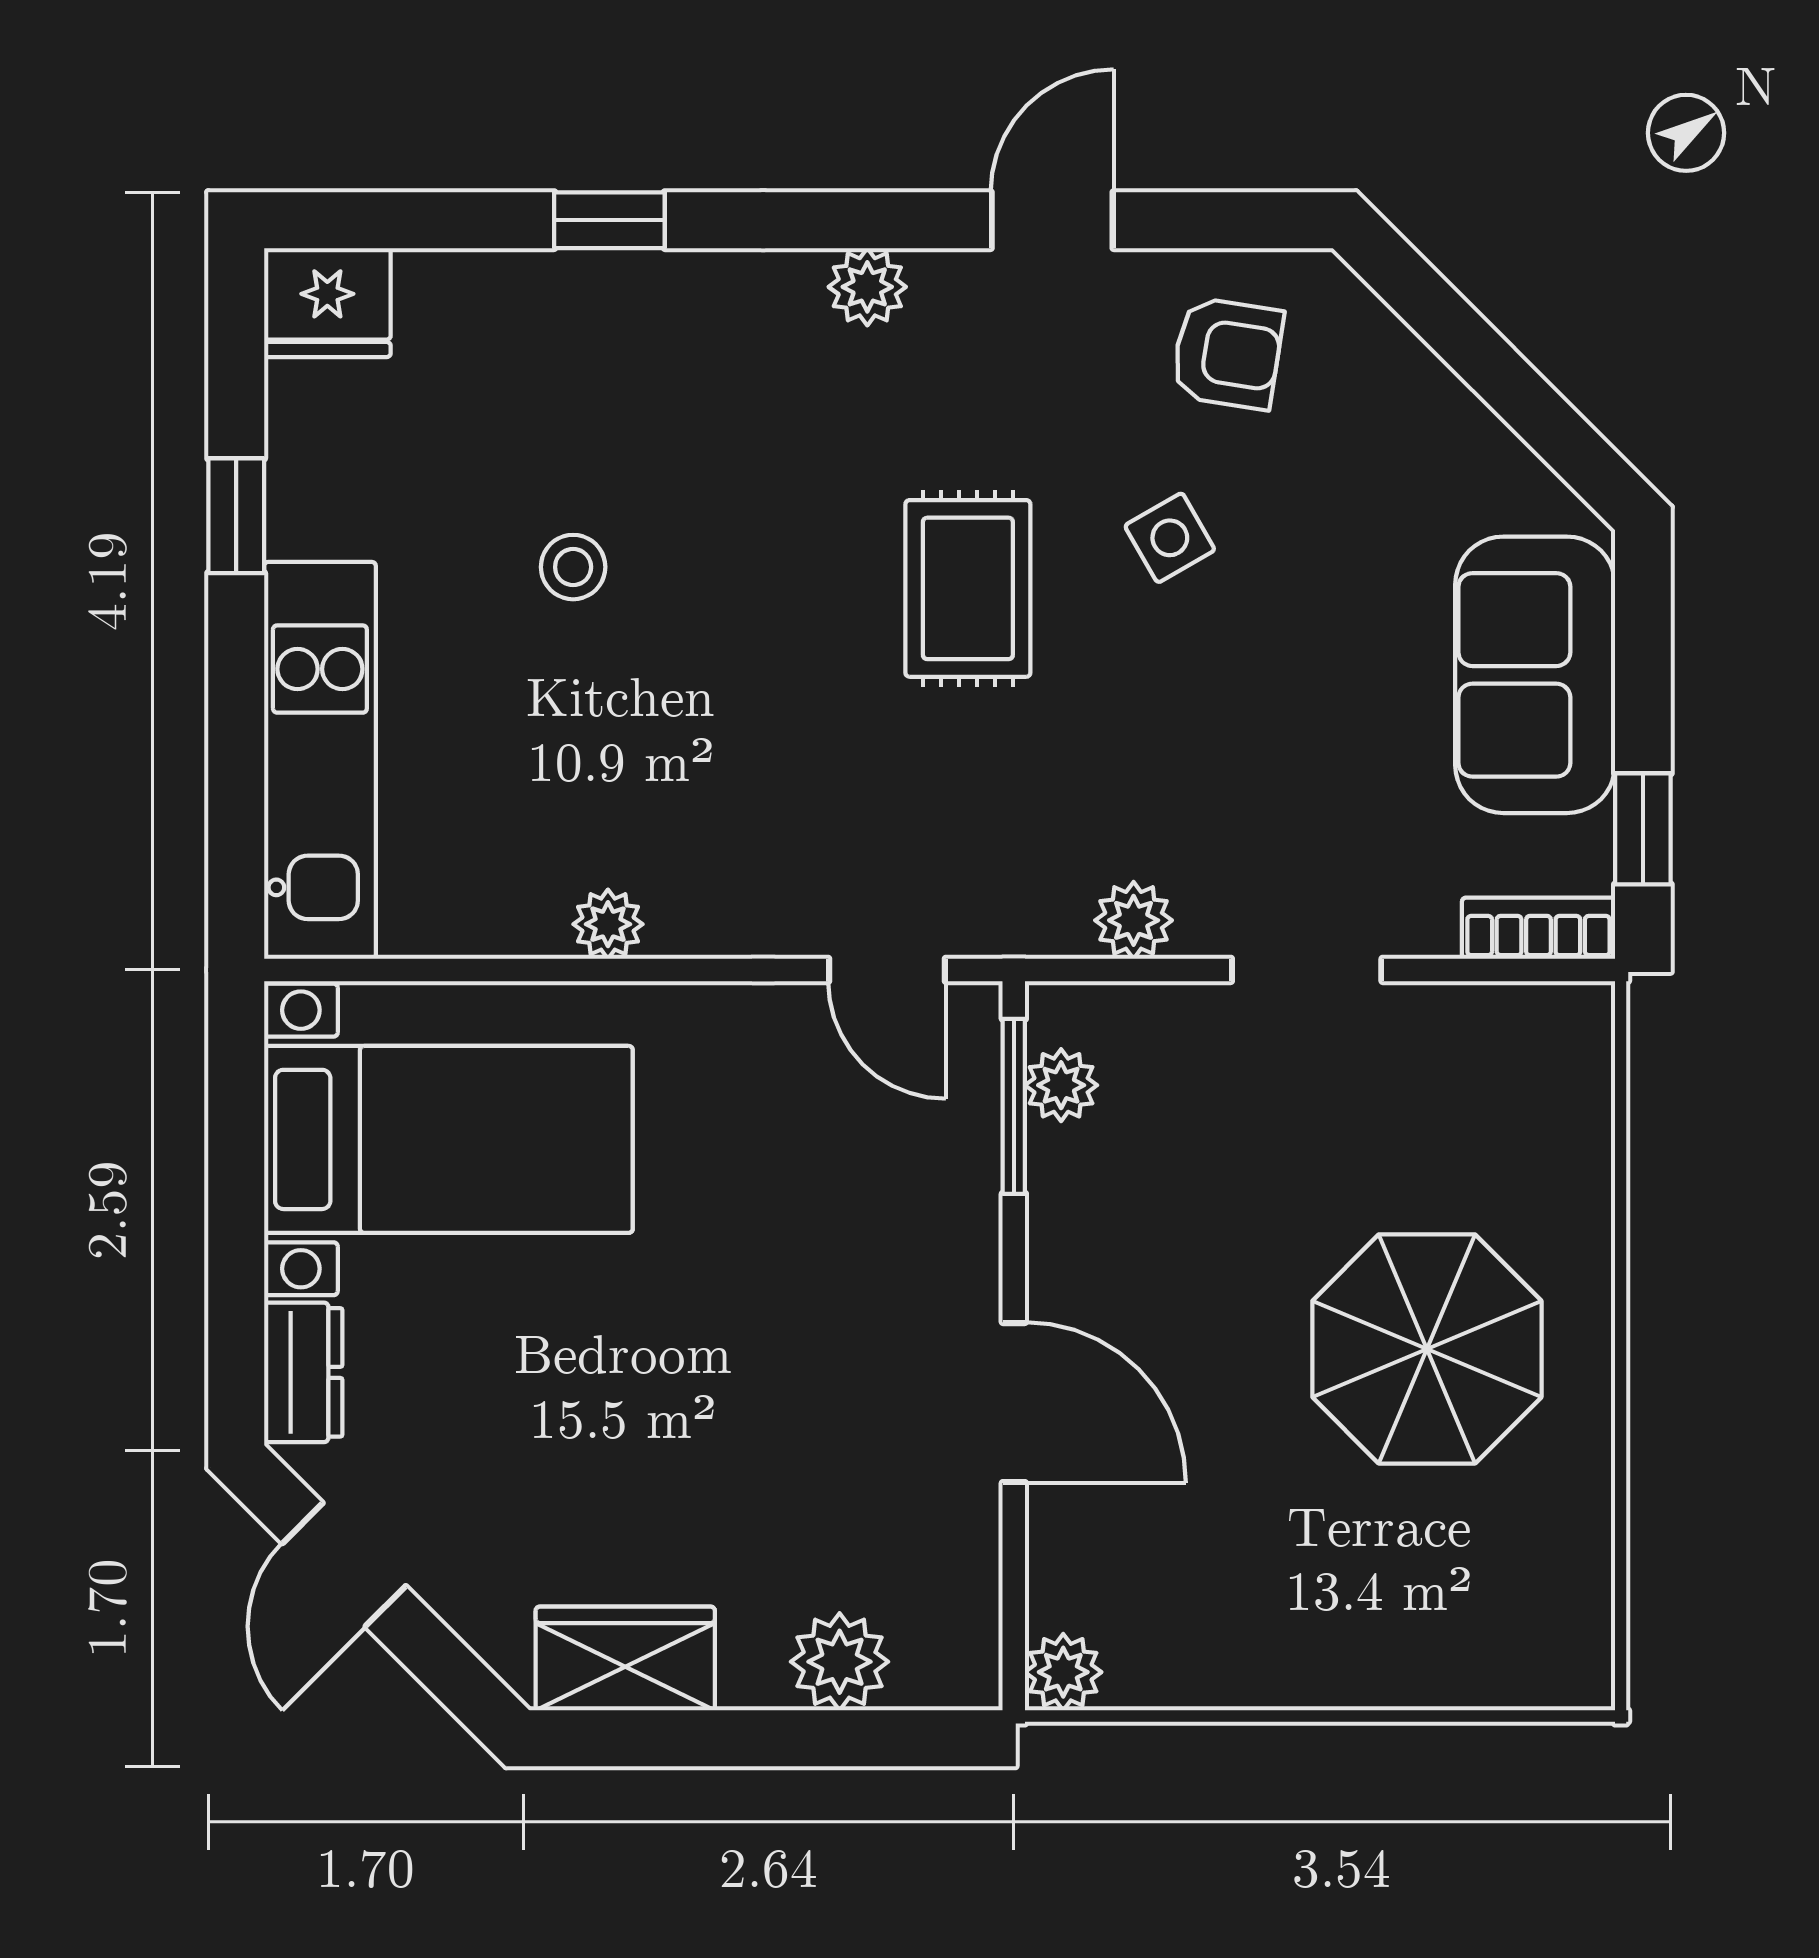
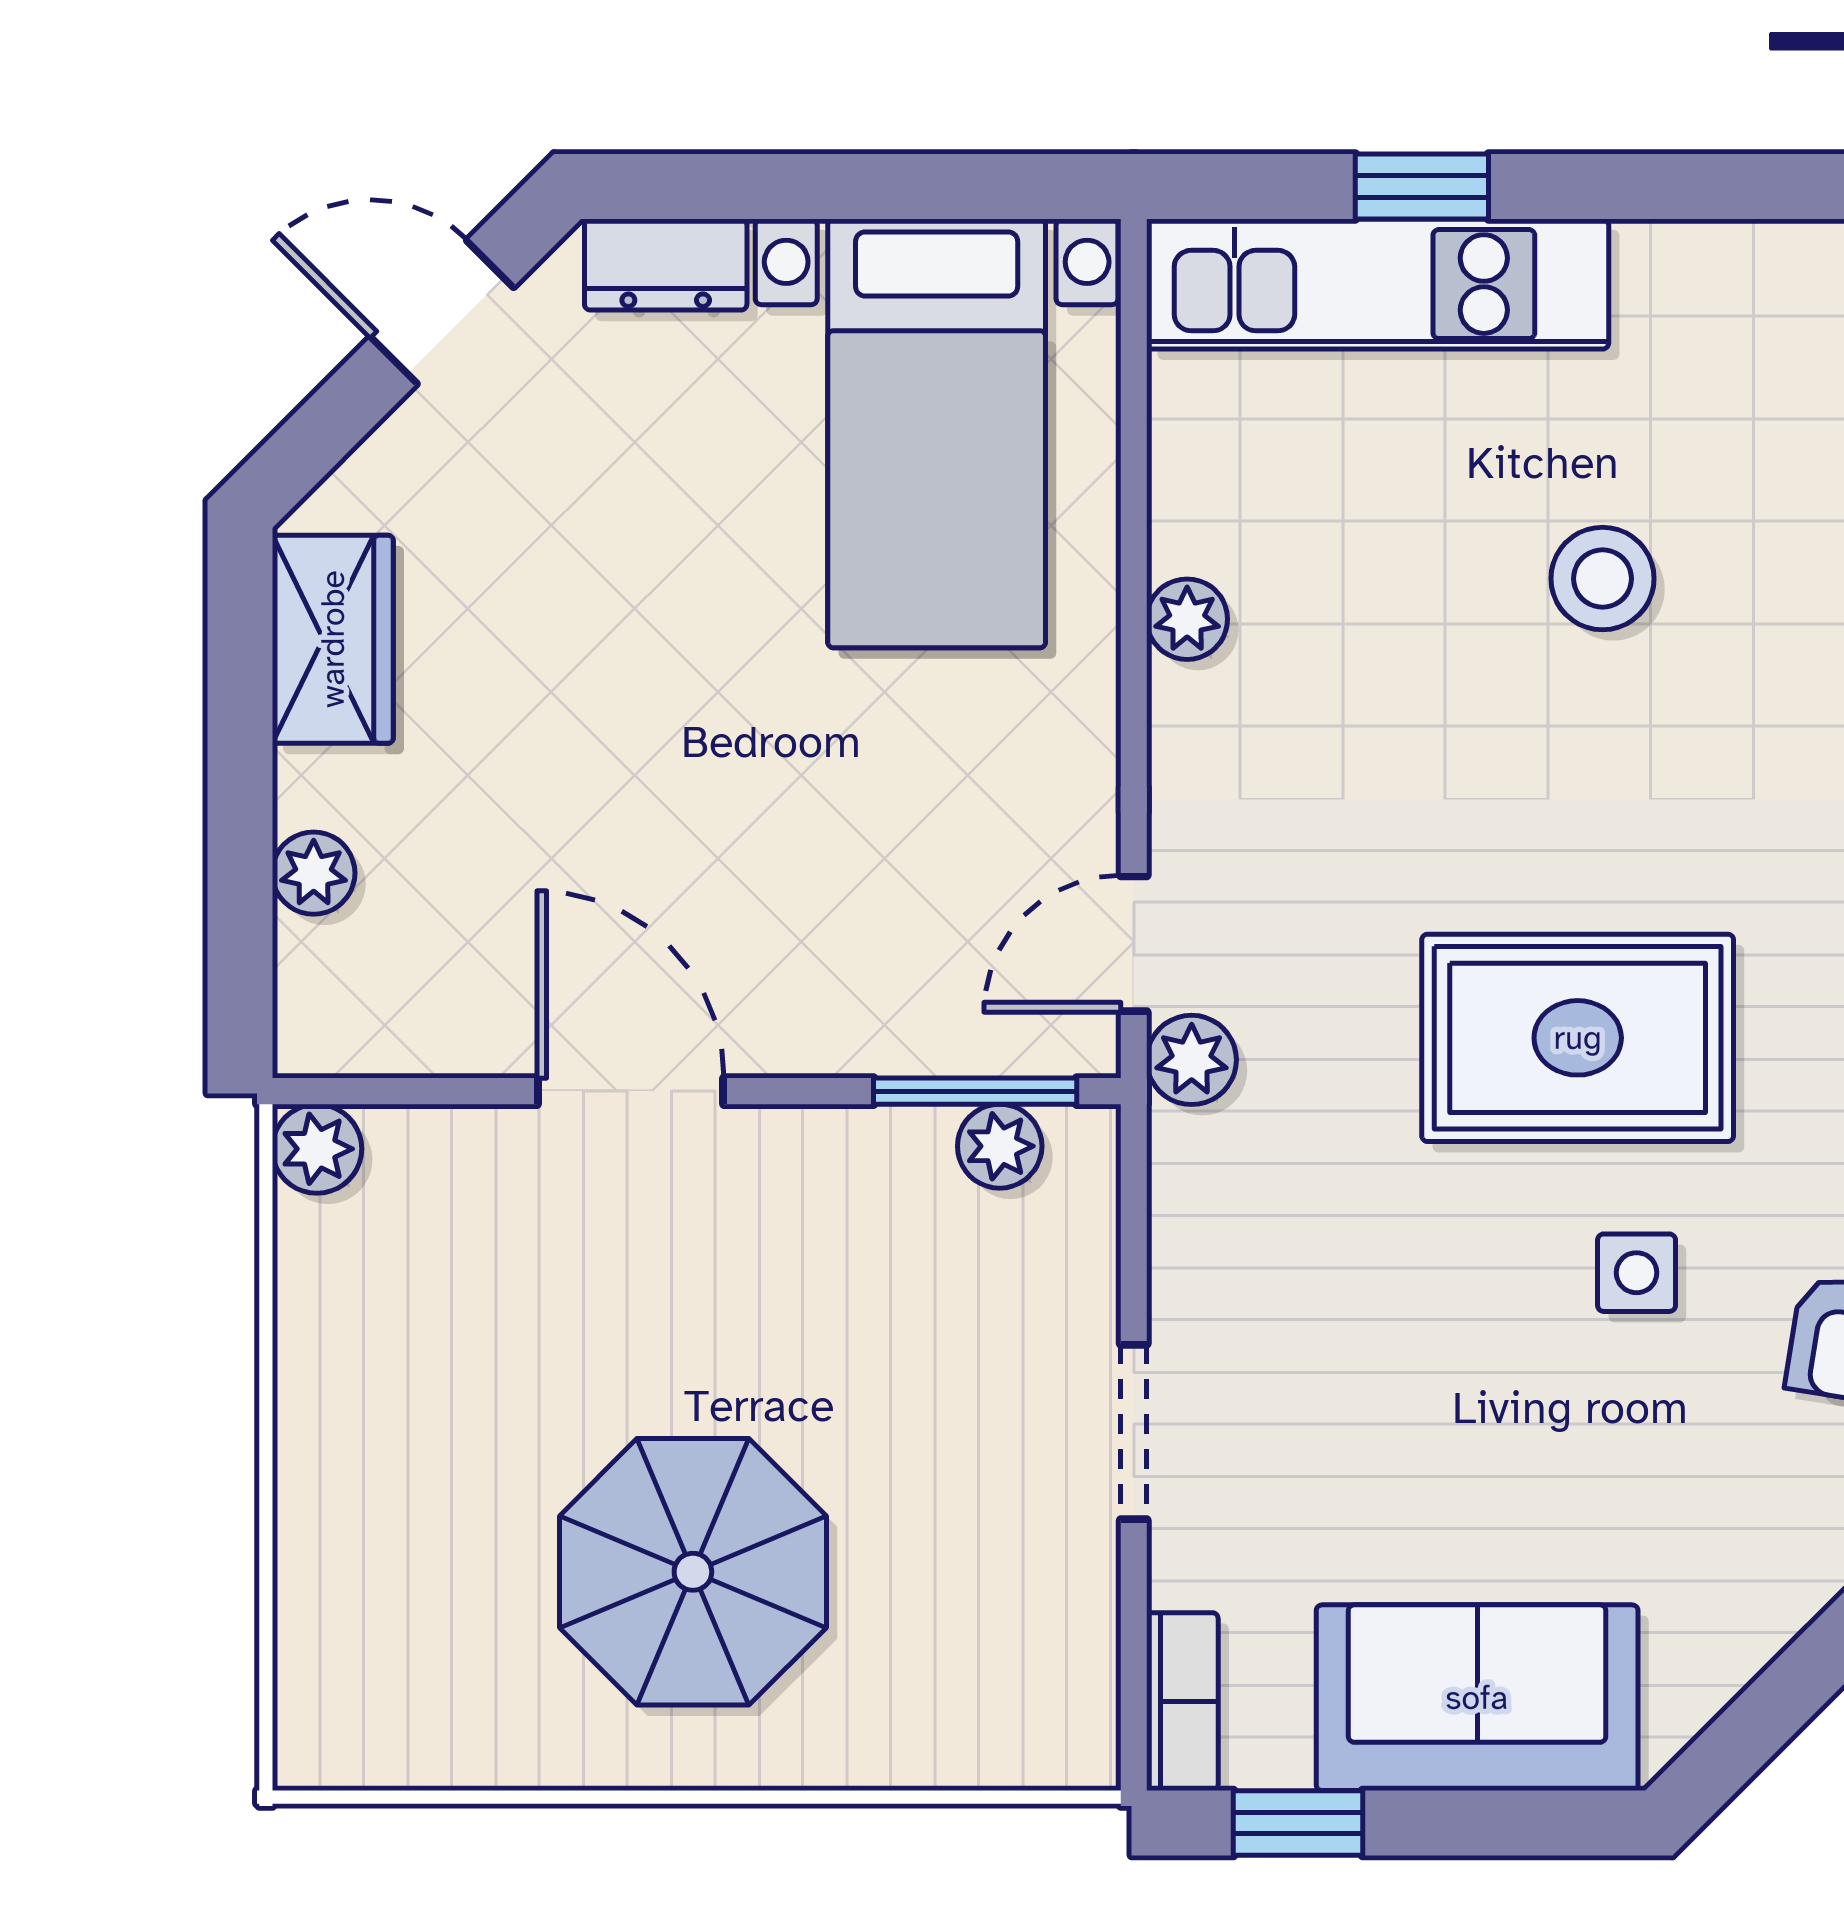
window: (236, 516) -> (1422, 187), moved
side table: (1170, 538) -> (1637, 1273), turned 30
stool: (573, 567) -> (1603, 579), width x1.37, depth x1.37
rug: (968, 588) -> (1578, 1038), width x1.36, depth x1.43
plant: (1134, 920) -> (1192, 1060), moved
door: (1014, 1403) -> (631, 1091), swing flipped
plant: (840, 1662) -> (314, 873), width x0.73, depth x0.73

